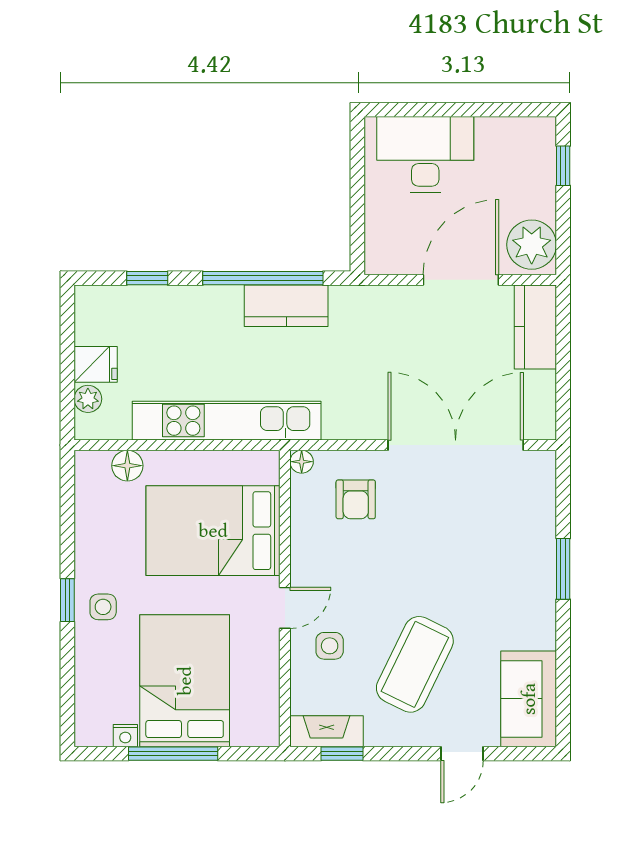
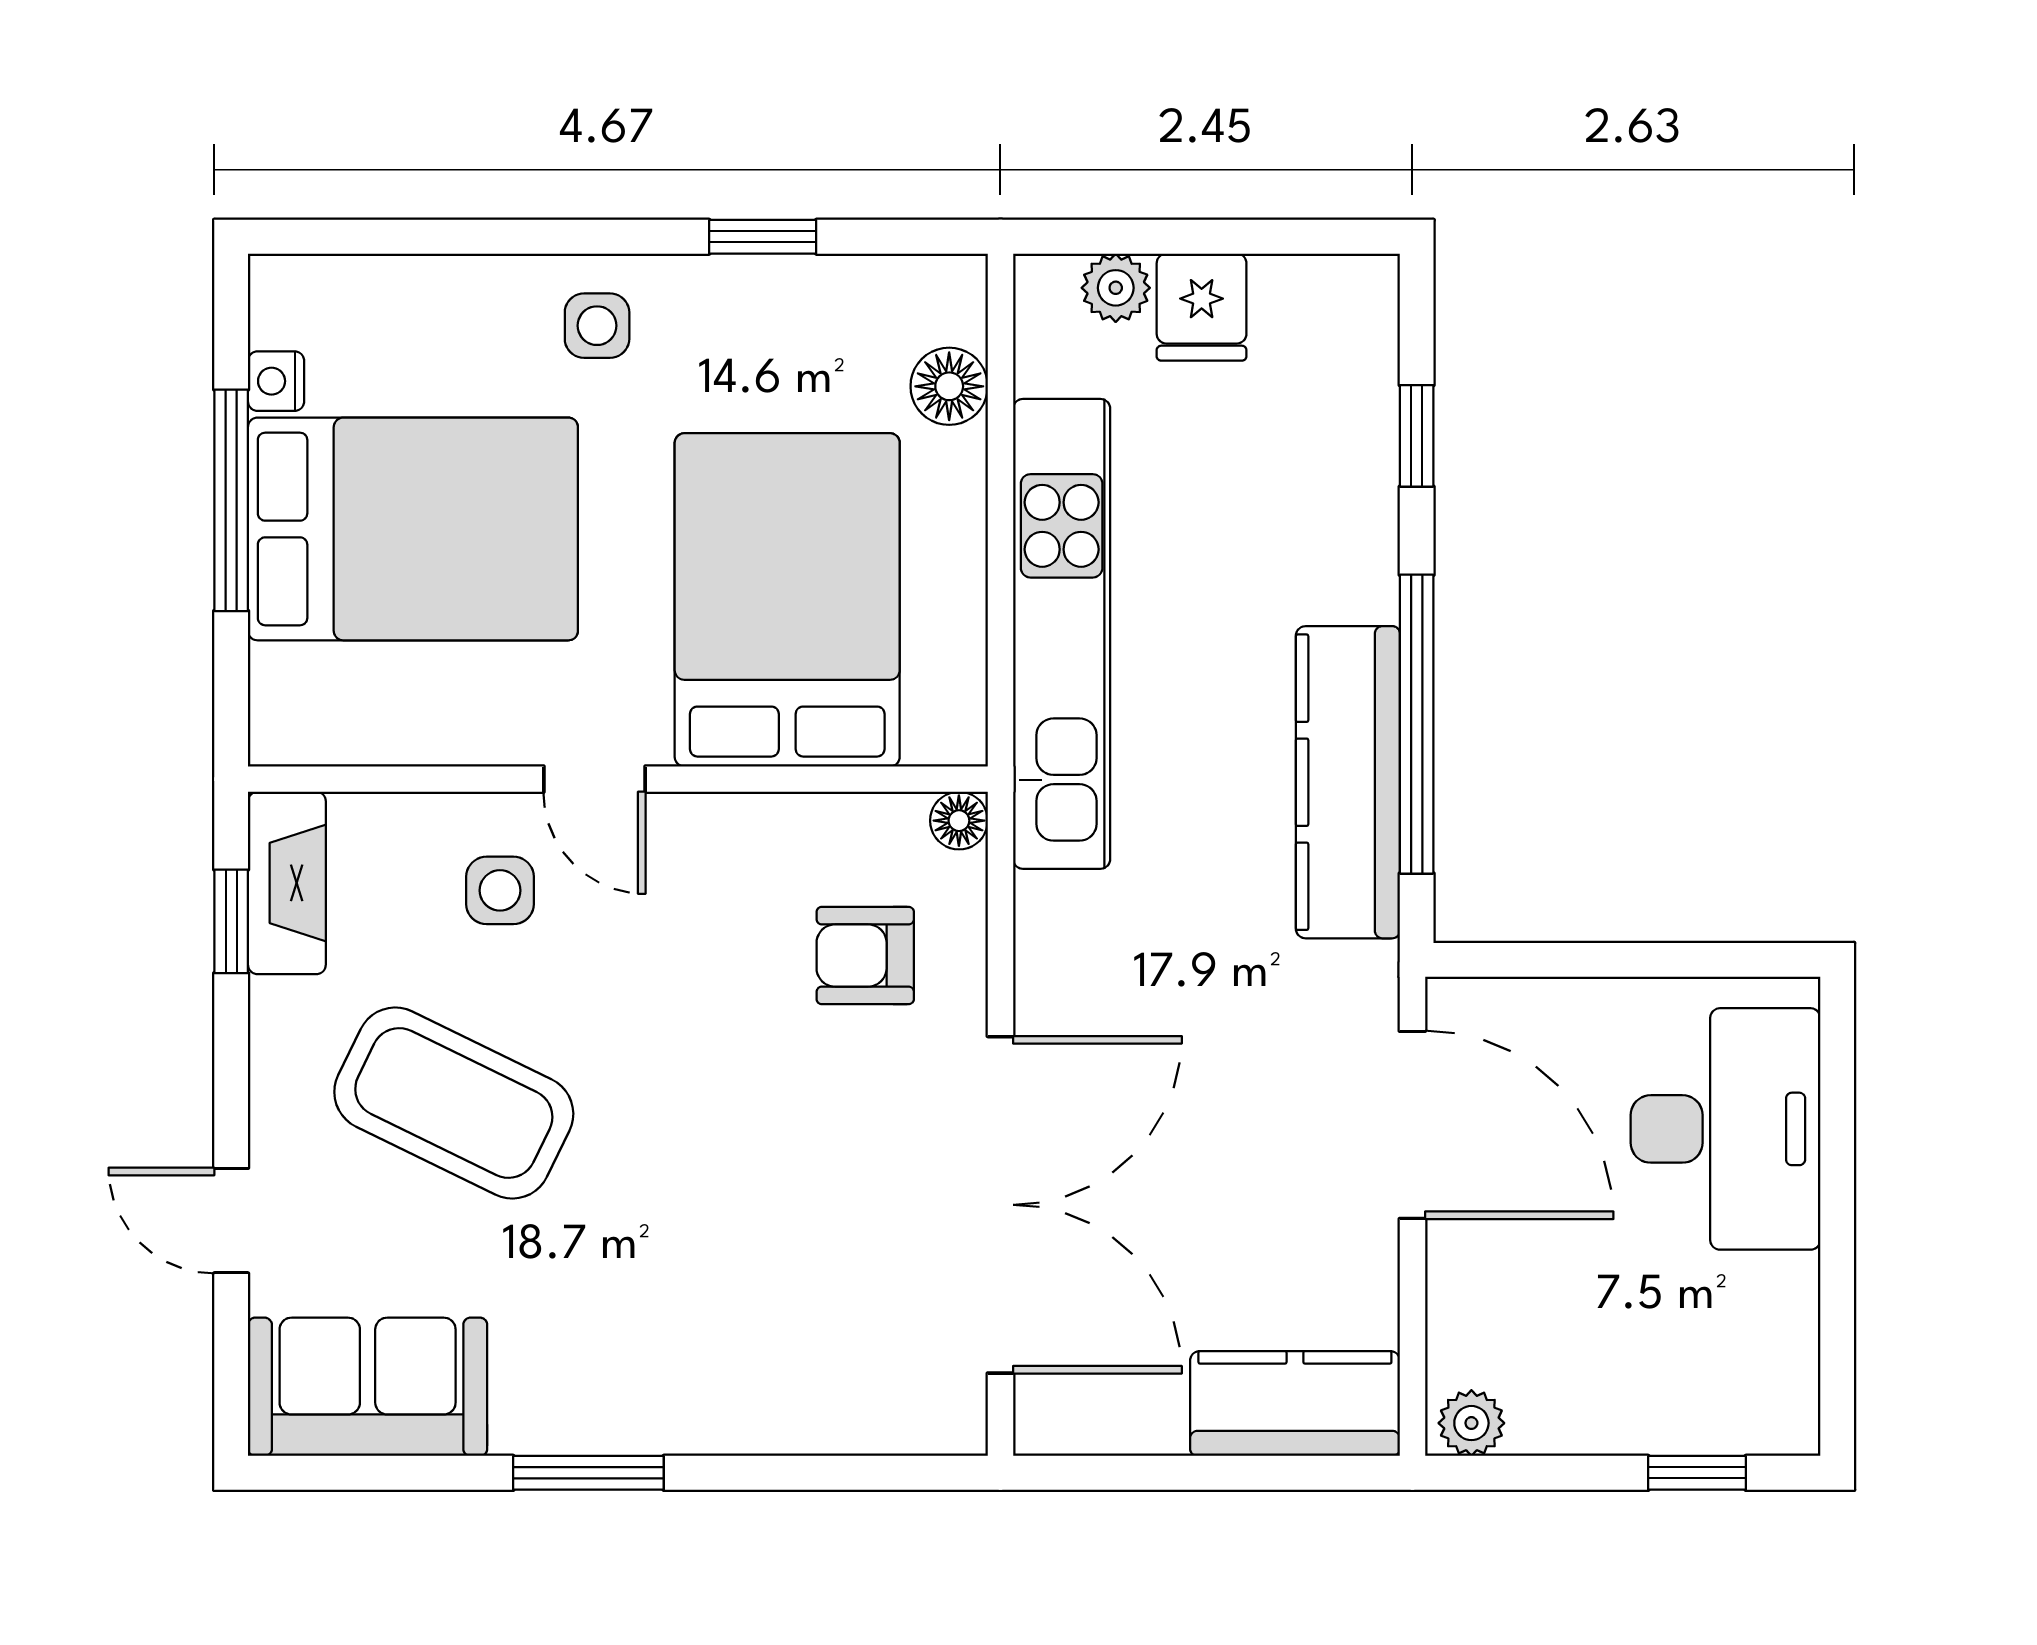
plant: (532, 245) -> (1471, 1423), width x0.53, depth x0.53
door: (461, 280) -> (1412, 1125), moved
kitchen counter: (286, 306) -> (1348, 782), width x1.50
window: (563, 569) -> (588, 1473), moved
window: (67, 600) -> (763, 237), moved

